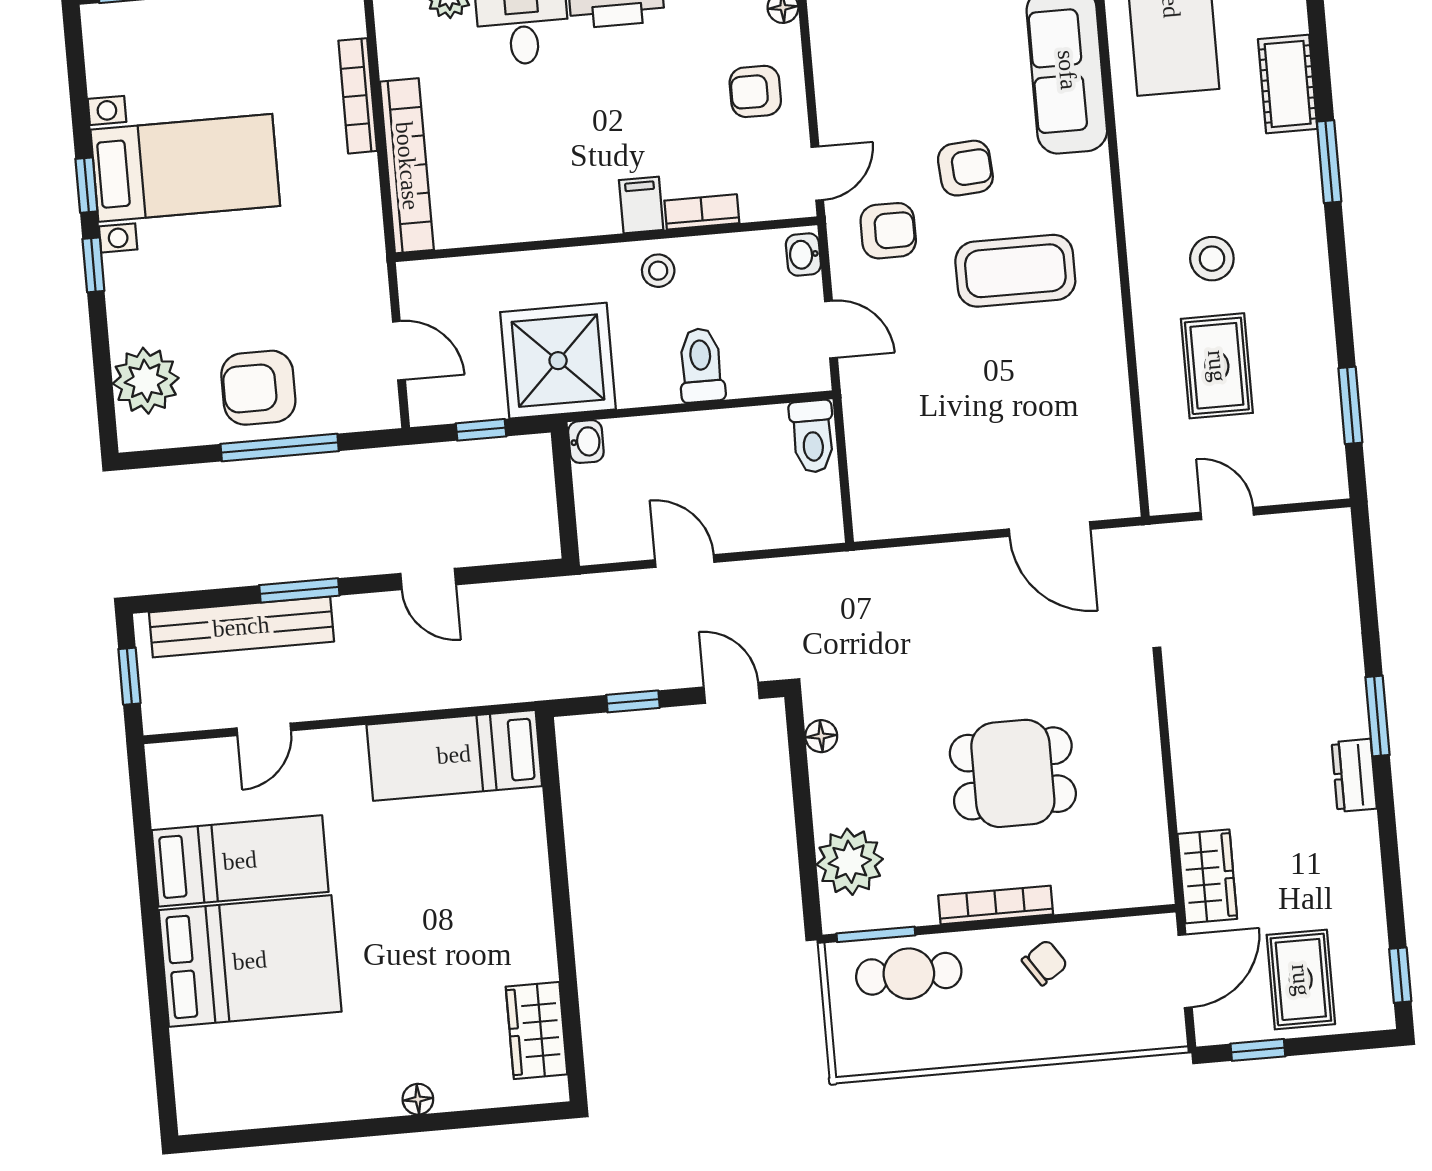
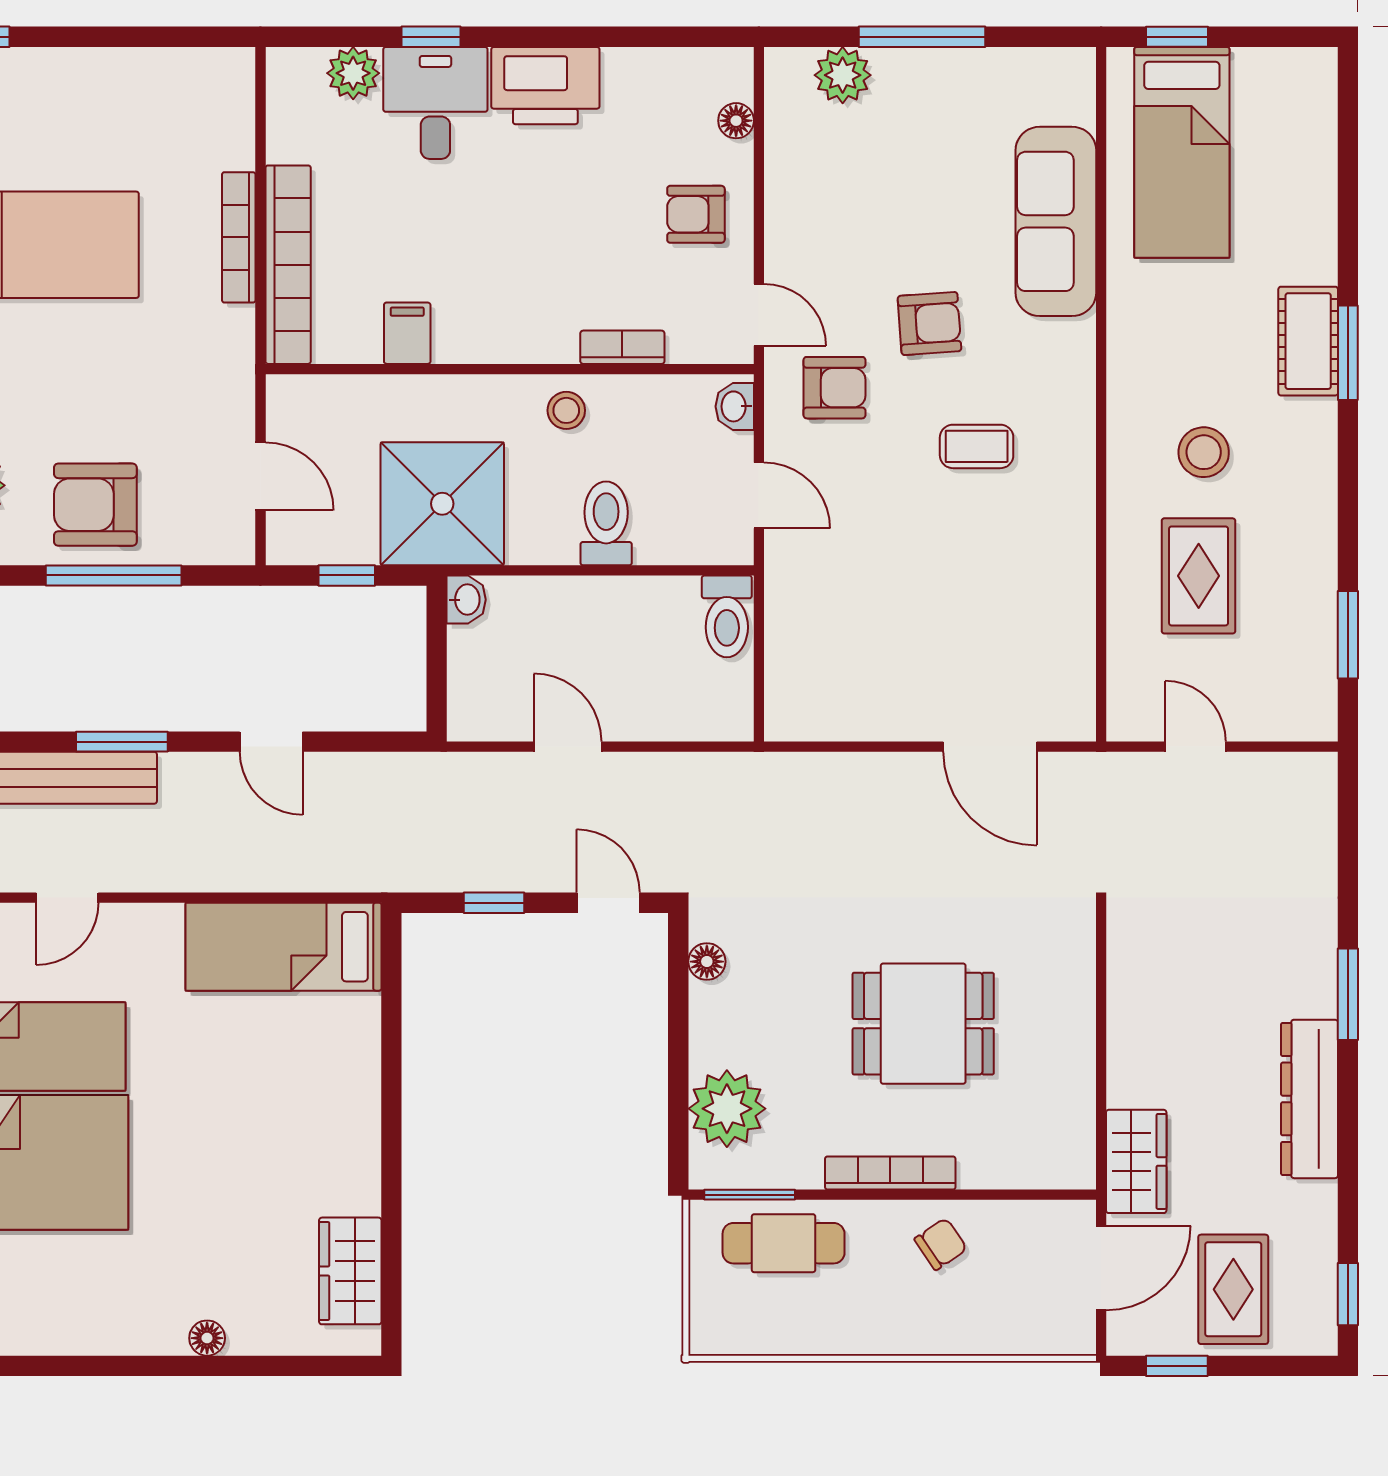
cot: (1288, 84) -> (1308, 341), moved
bookcase: (358, 96) -> (239, 237), moved
door: (817, 174) -> (759, 315), hinge flipped
filing cabinet: (641, 205) -> (407, 333), moved
coffee table: (1015, 271) -> (977, 446), width x0.54, depth x0.58
dresser: (1354, 775) -> (1309, 1099), width x1.96, depth x1.24

